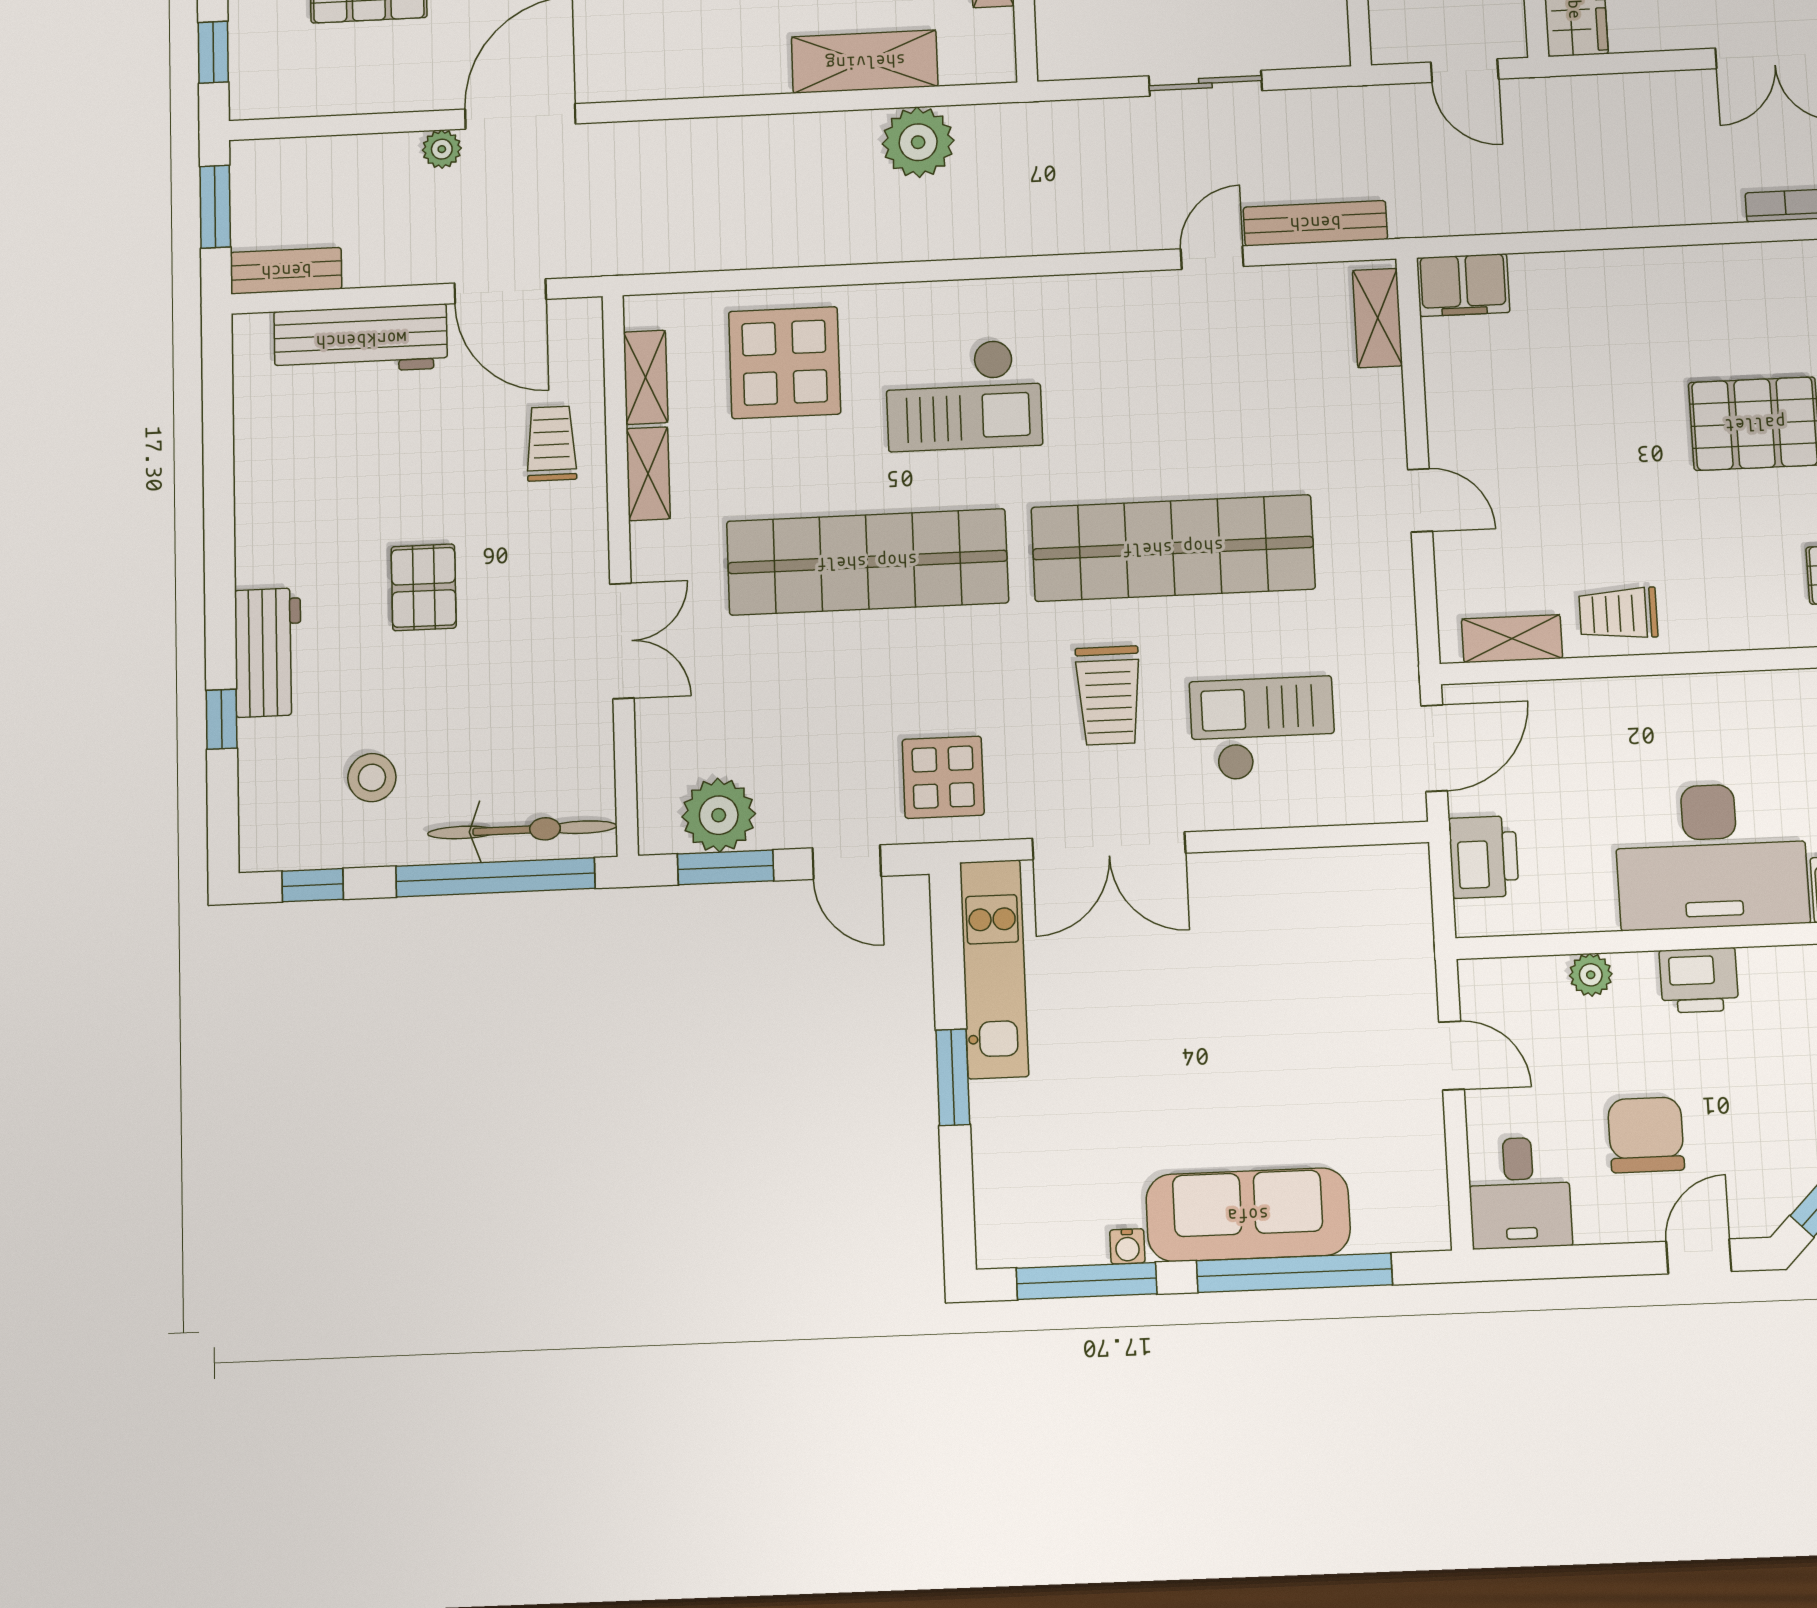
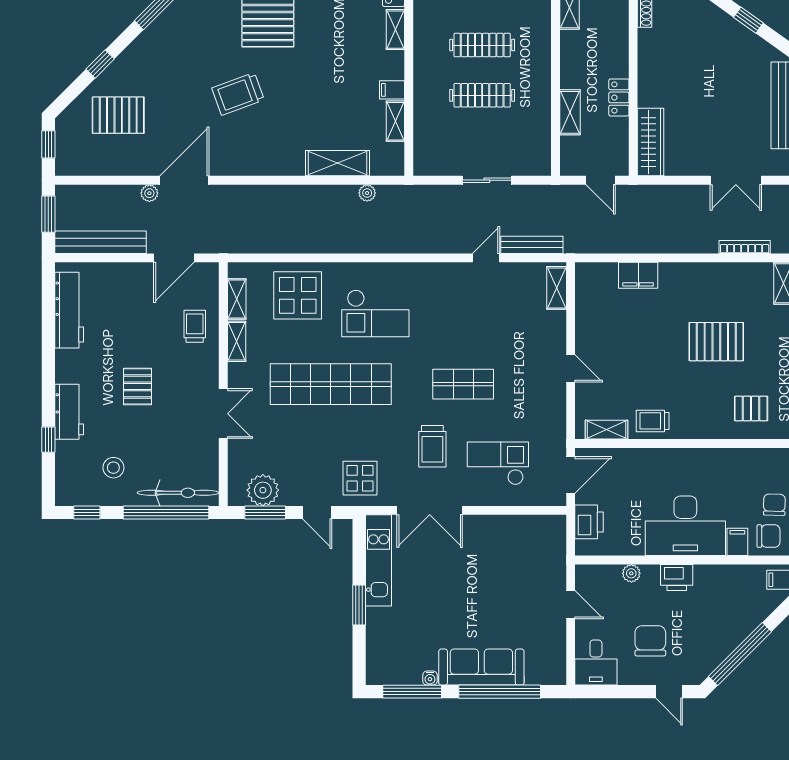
plant: (918, 142) -> (367, 193), width x0.53, depth x0.53
bench: (286, 271) -> (101, 242), width x1.86, depth x1.21
filing cabinet: (1463, 285) -> (638, 275), moved
door: (500, 291) -> (174, 258), hinge flipped
workbench: (361, 340) -> (69, 310), moved, turned -90
shop shelf: (1173, 548) -> (463, 384), width x0.50, depth x0.74
door: (1699, 1256) -> (669, 692), swing flipped

